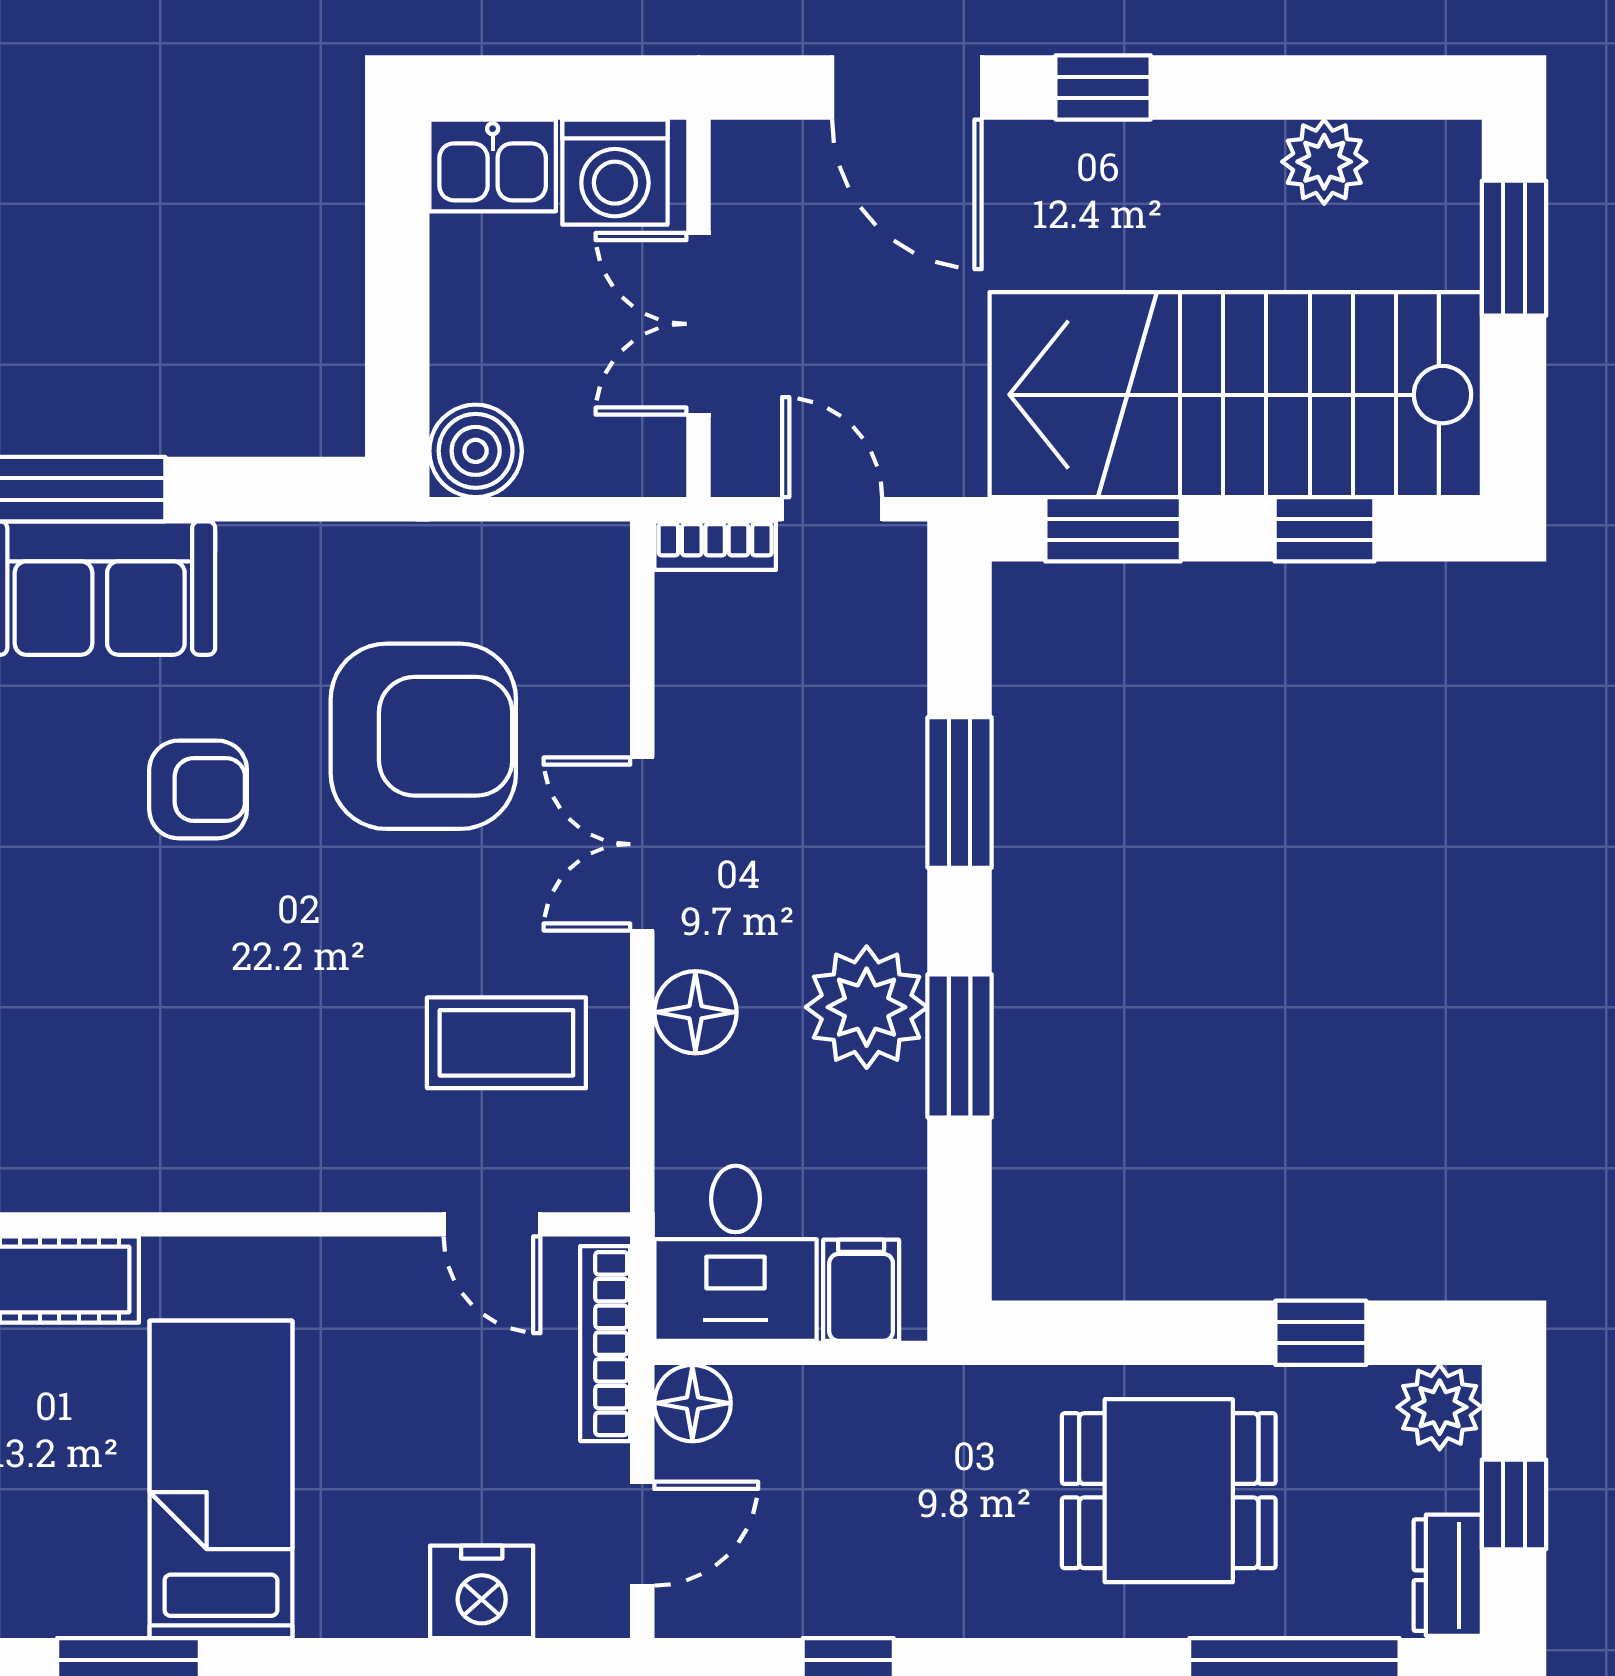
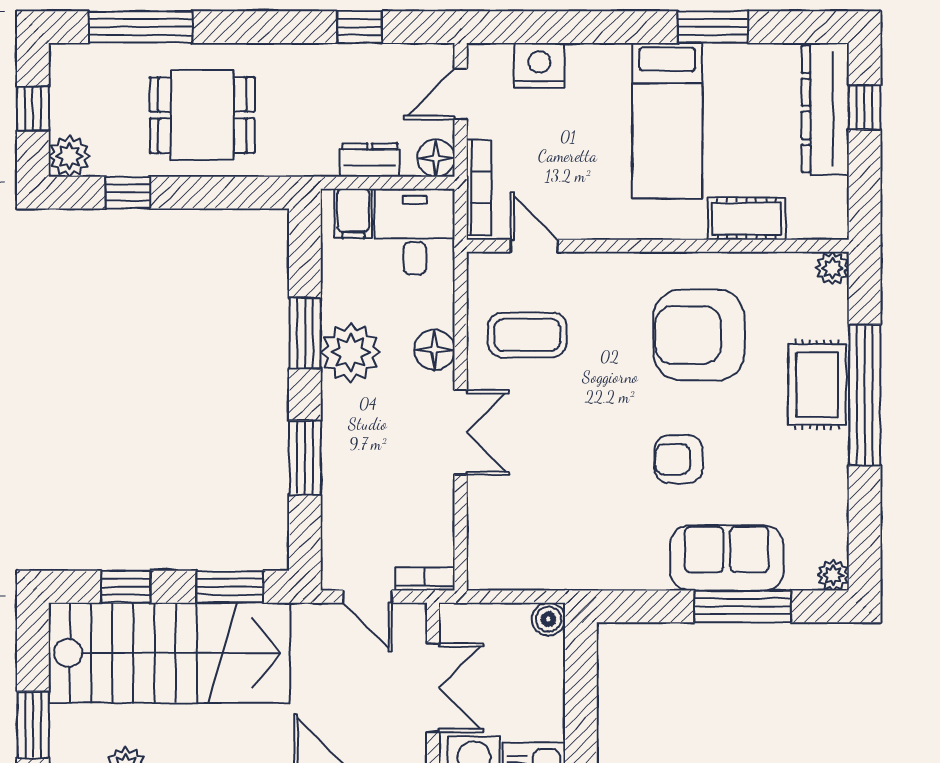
boiler: (476, 451) -> (548, 619), width x0.73, depth x0.73
armchair: (423, 736) -> (699, 335), moved
dresser: (1448, 1575) -> (370, 160), moved, turned -90

